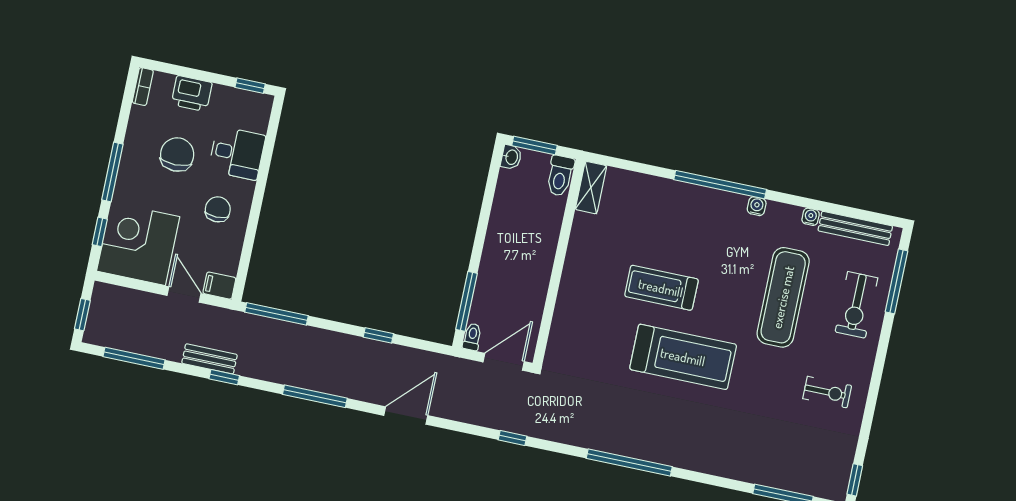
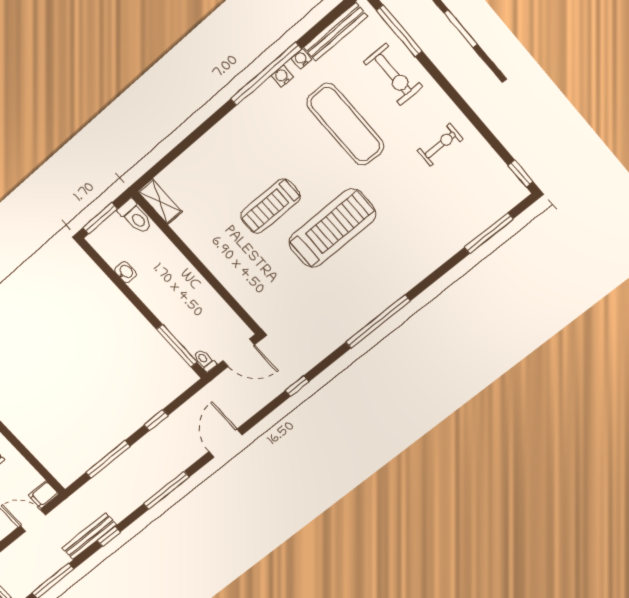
washbasin: (511, 157) -> (125, 272), moved
window: (720, 185) -> (266, 74), moved
water cooler: (757, 206) -> (282, 76), moved
window: (276, 314) -> (108, 459), moved
bench: (210, 359) -> (89, 536), width x1.36
door: (504, 362) -> (239, 353), swing flipped

